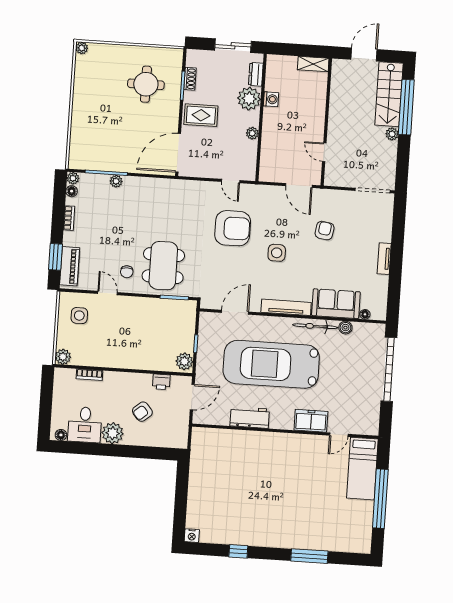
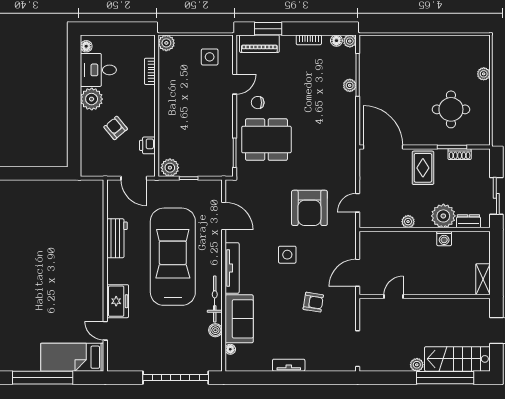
plant: (82, 48) -> (484, 74), moved

